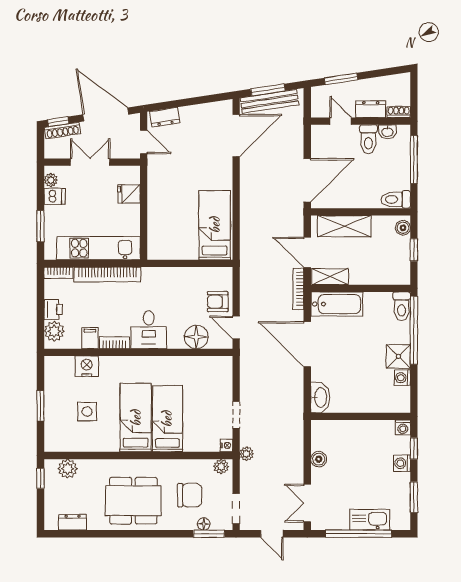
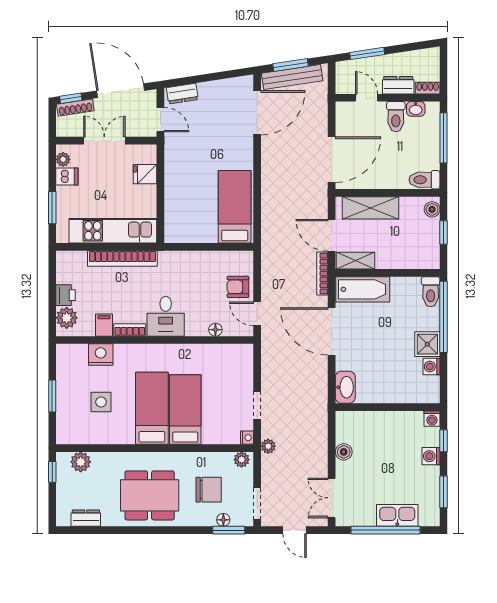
bookcase: (58, 273) -> (71, 257), removed
floor lamp: (196, 337) -> (215, 330), width x0.53, depth x0.53

